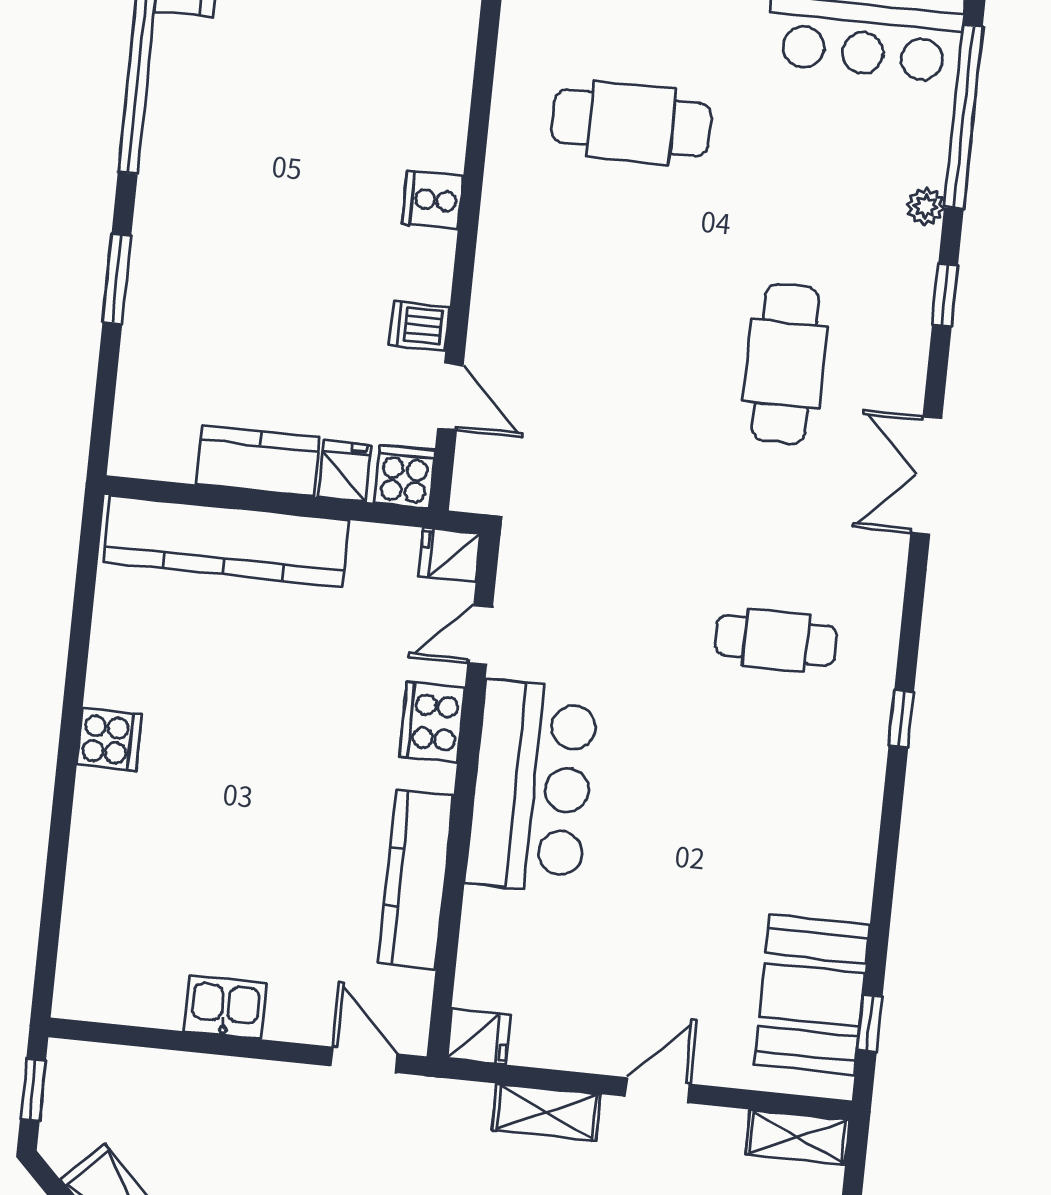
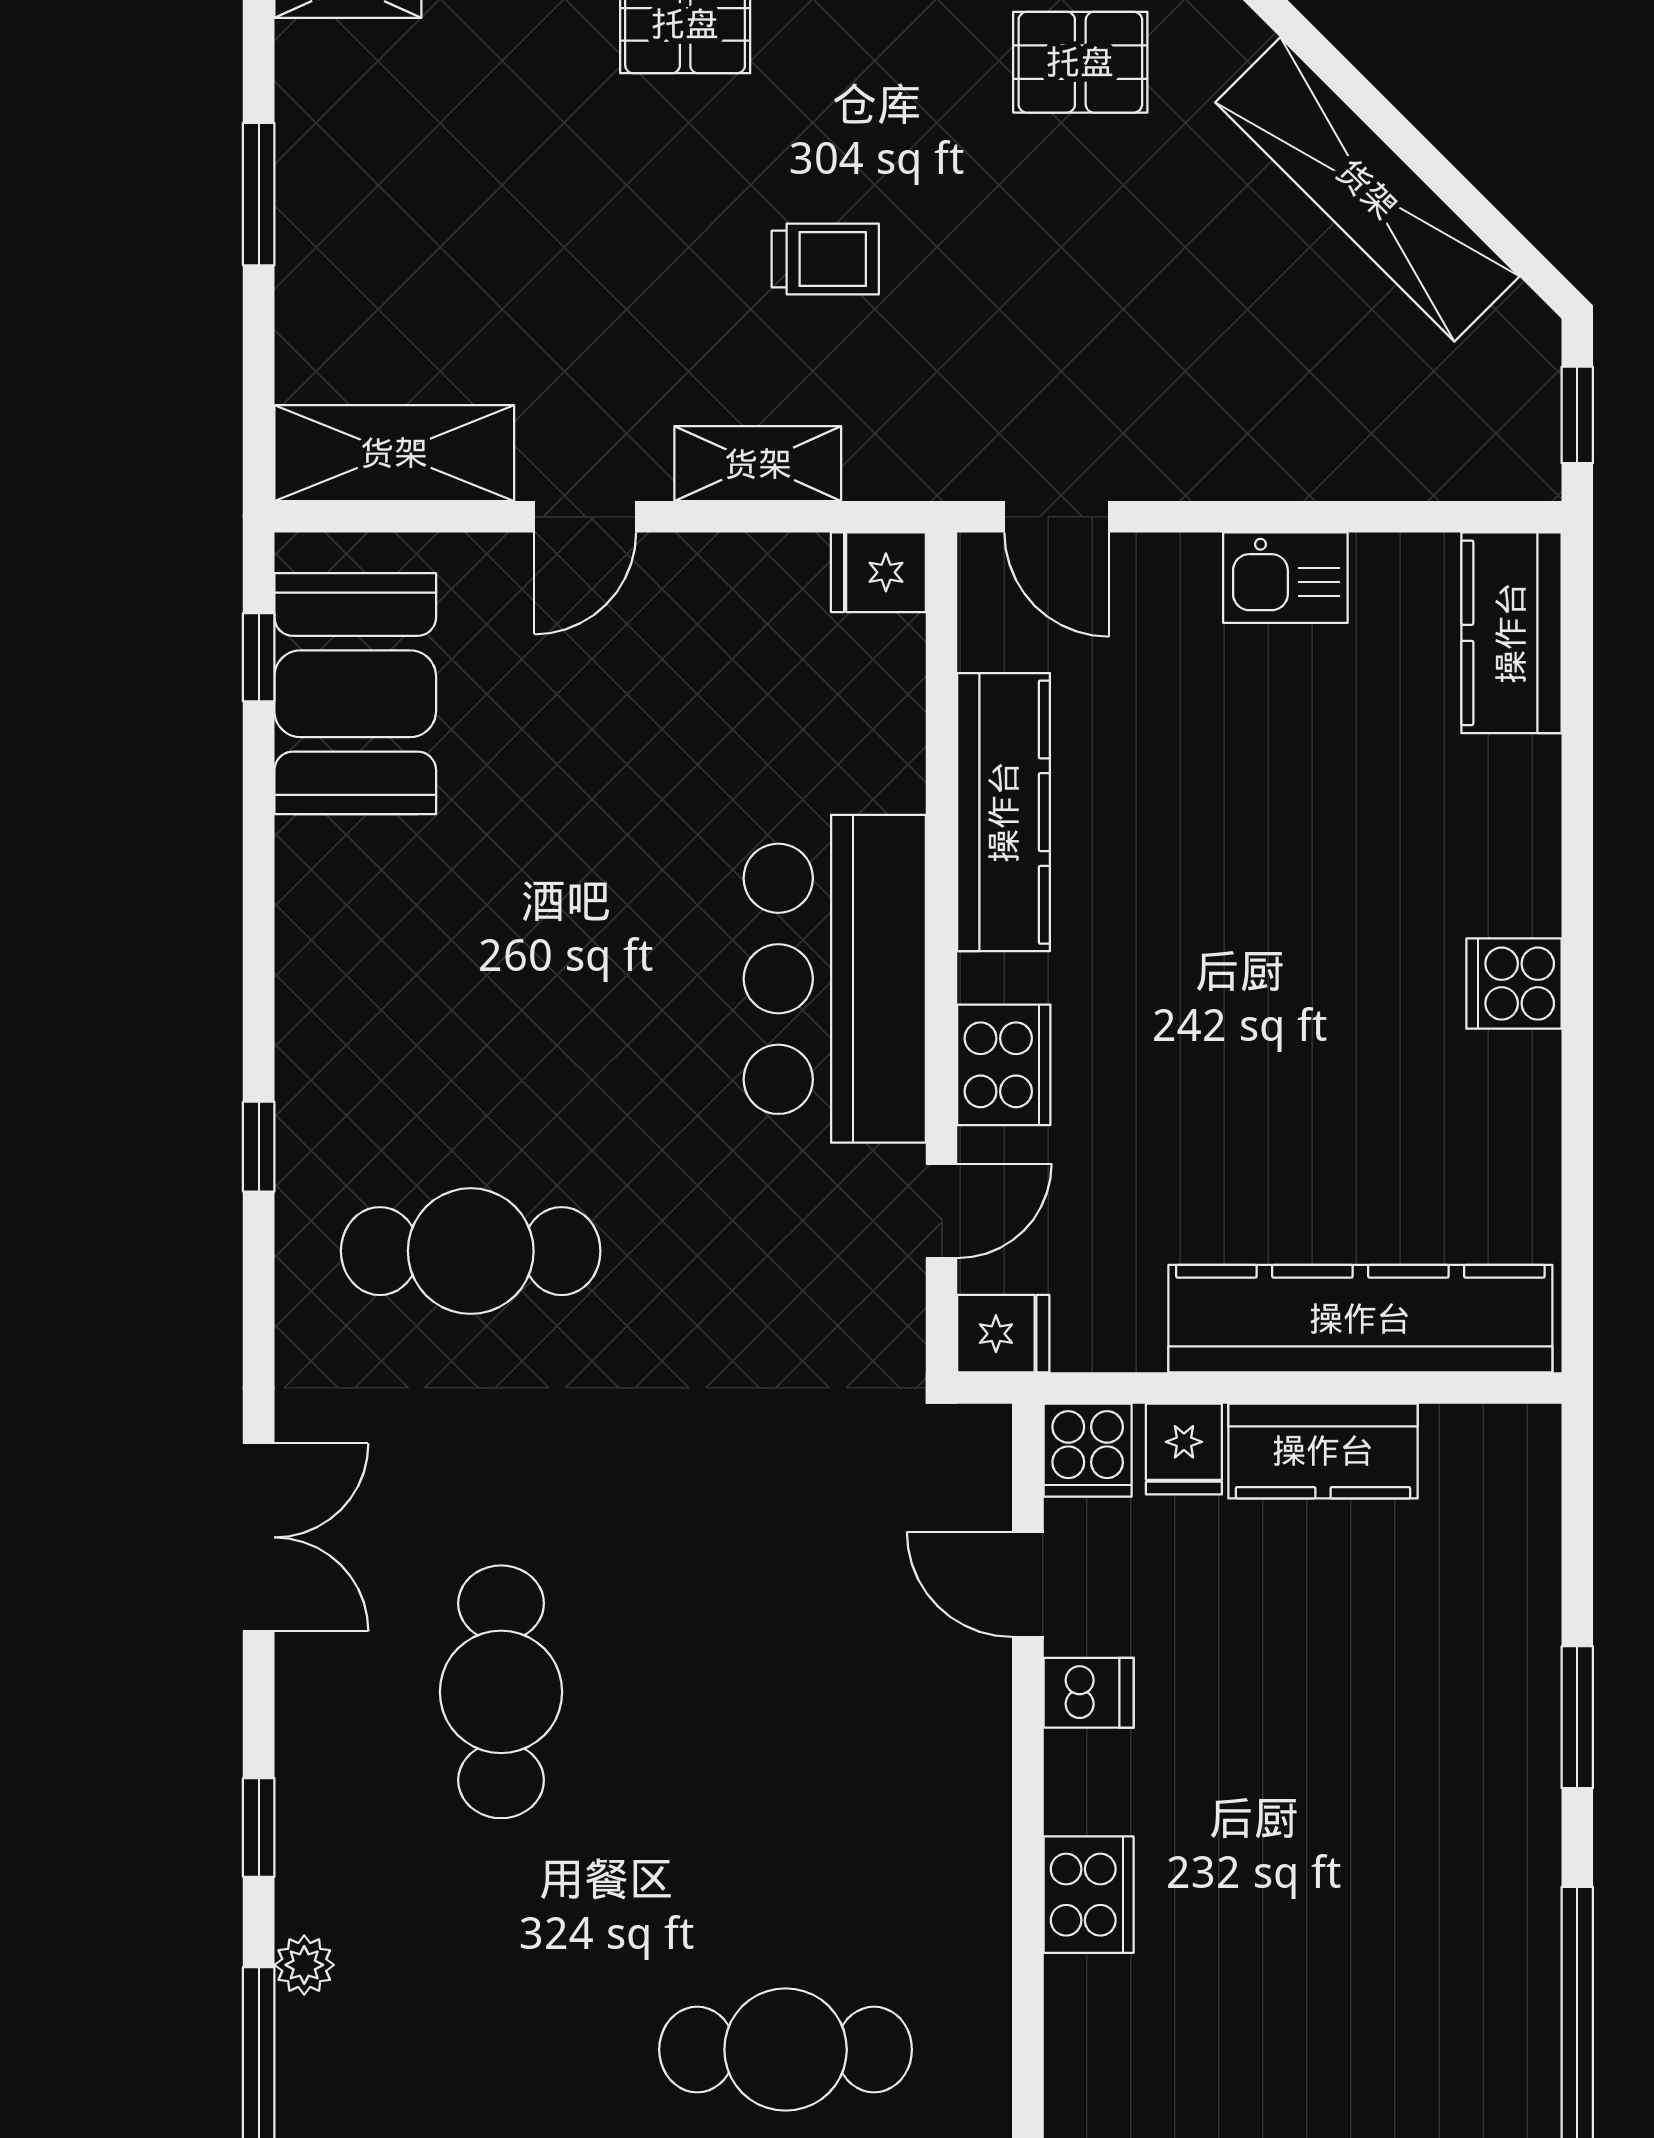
cooker: (433, 200) -> (1089, 1895), width x1.36
cafe table: (776, 640) -> (471, 1251), width x1.37, depth x1.35
kitchen counter: (88, 958) -> (1511, 633), added
shelving: (798, 1137) -> (394, 453), width x1.50, depth x1.33

